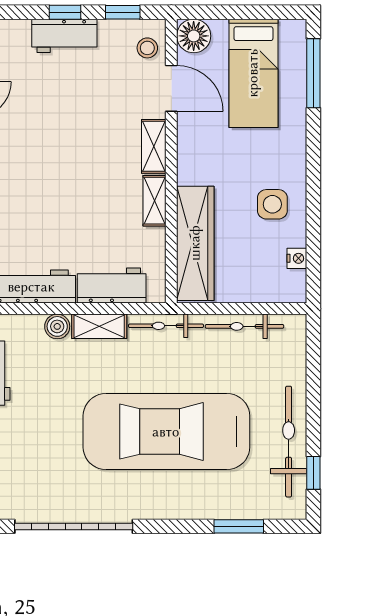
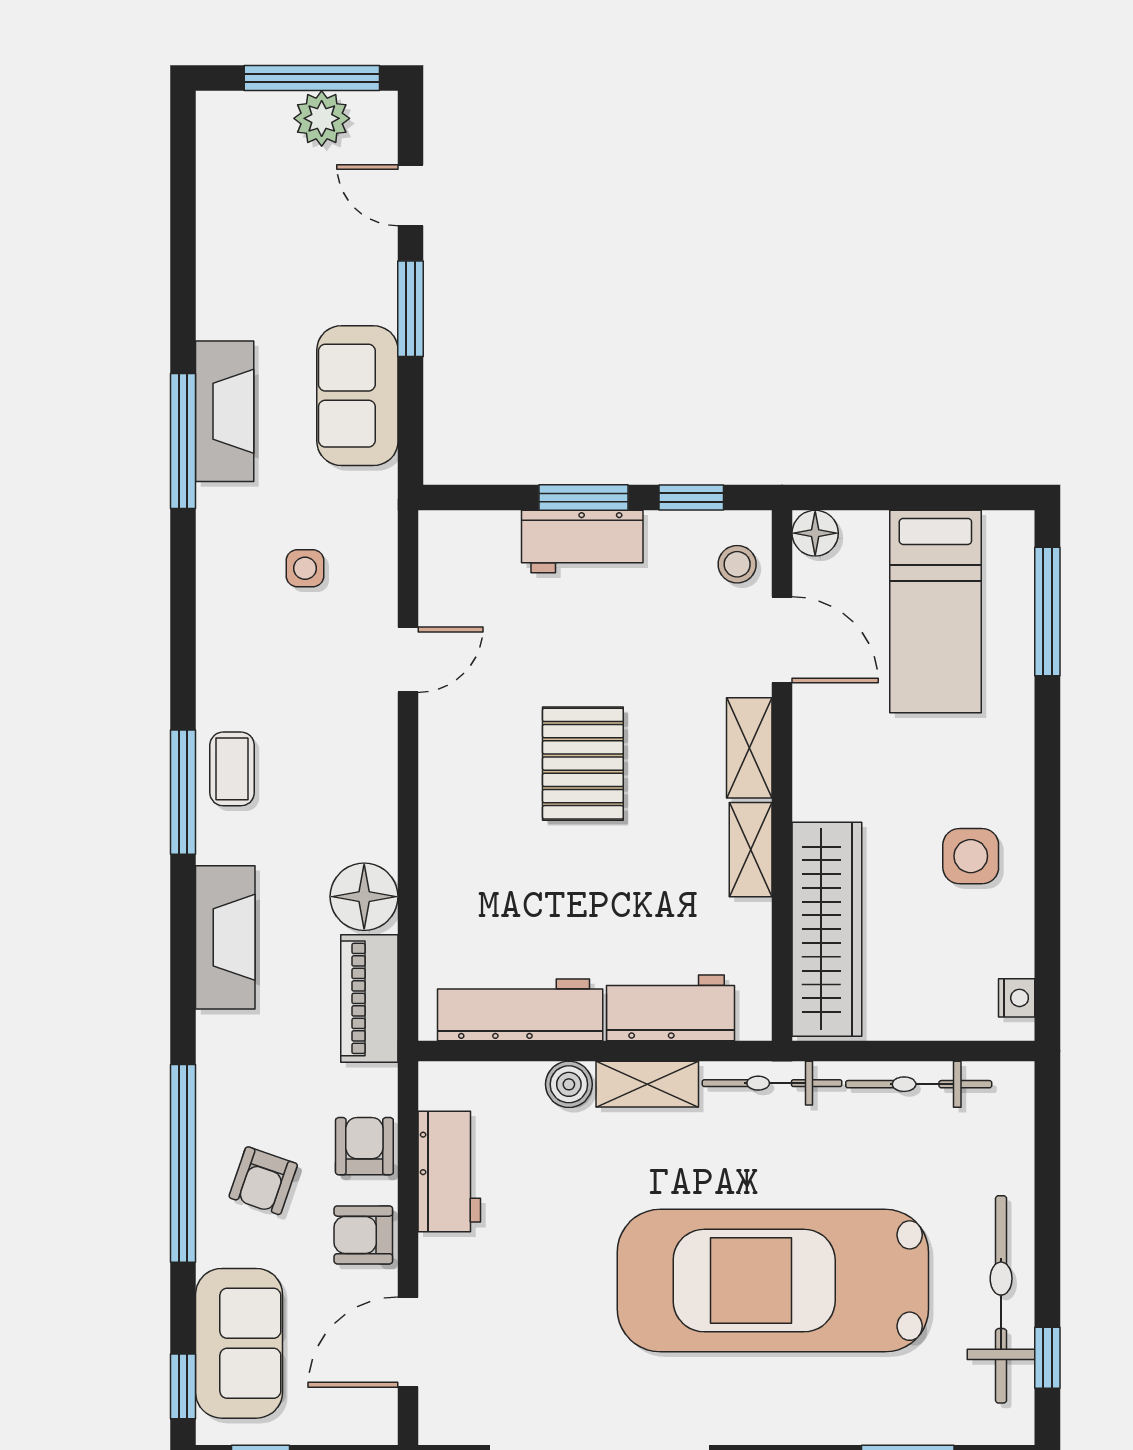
window: (65, 12) -> (584, 498), width x1.50
floor lamp: (194, 36) -> (815, 533), width x0.73, depth x0.73
pallet: (65, 155) -> (583, 764), added
nightstand: (297, 258) -> (1017, 998), moved

